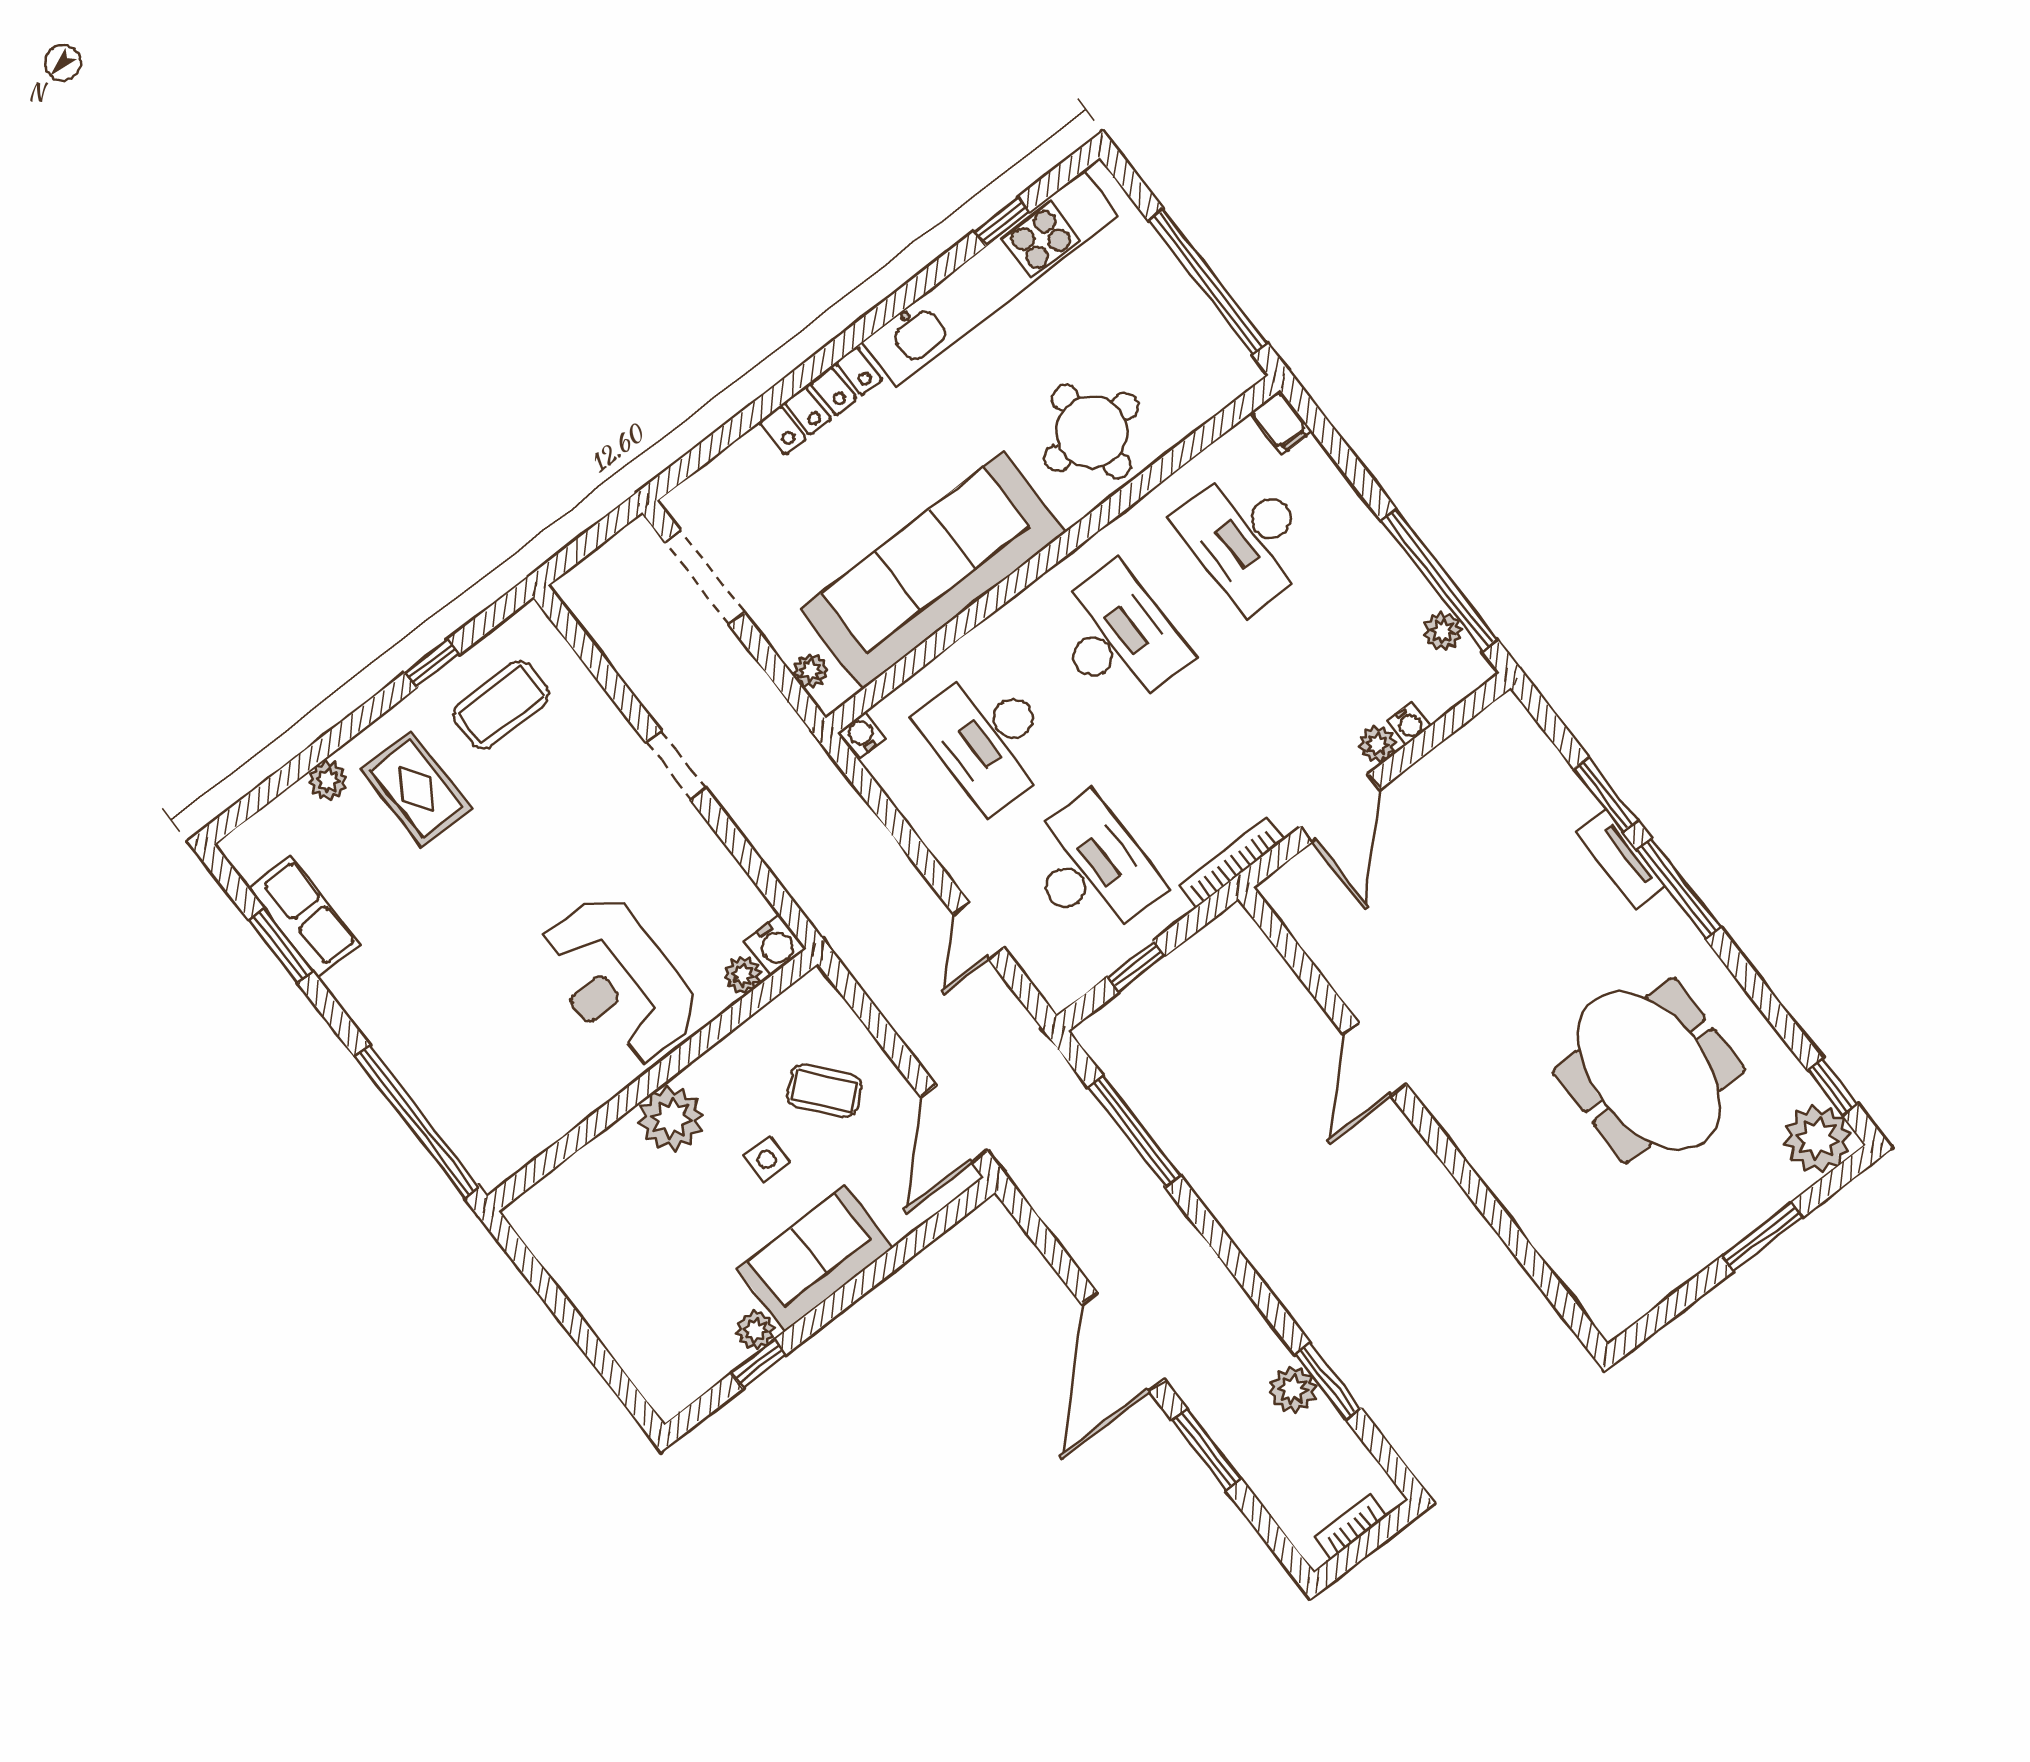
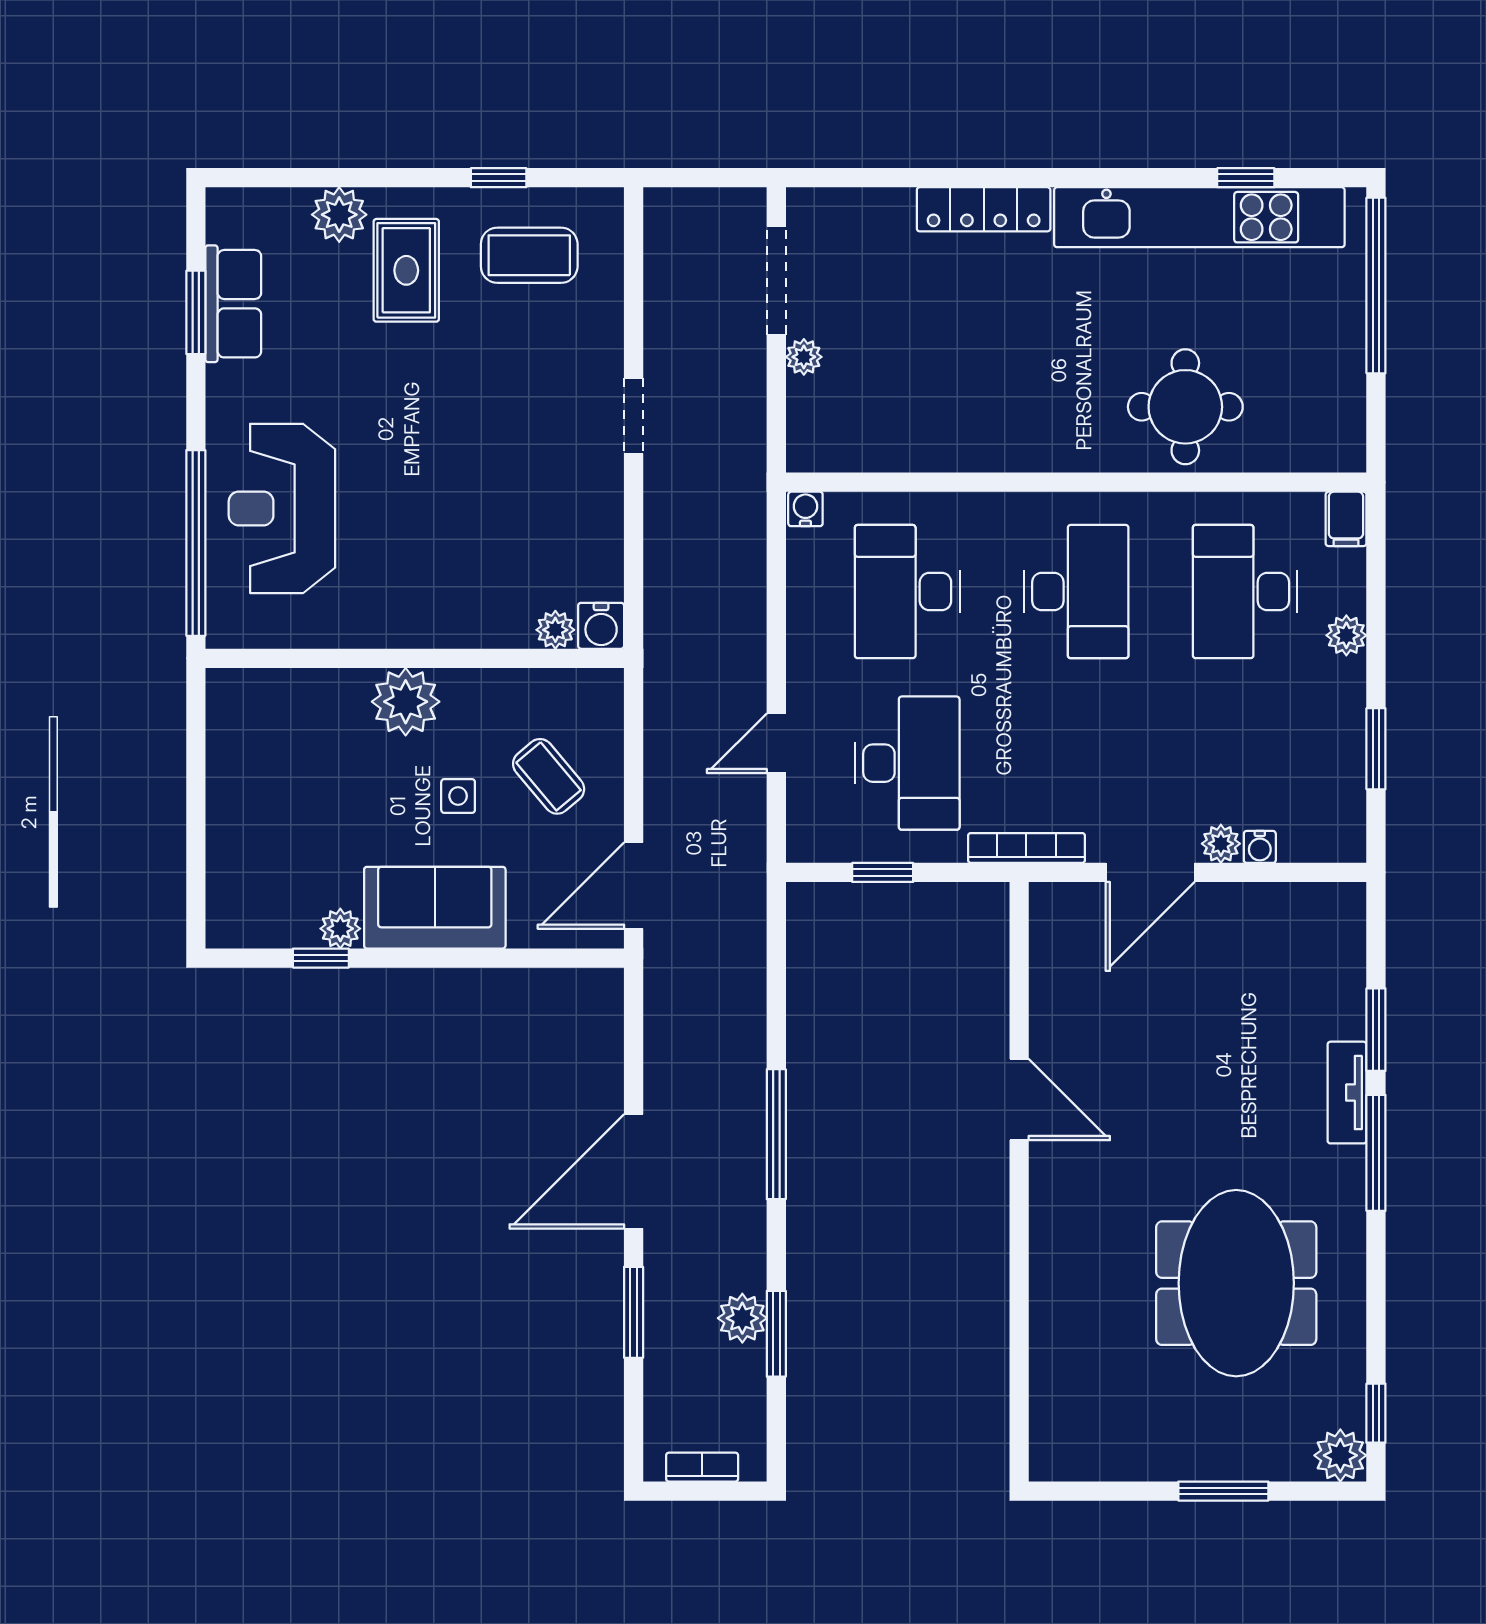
window: (1208, 281) -> (1376, 285), moved
sofa: (933, 571) -> (968, 420), removed
window: (1439, 580) -> (1376, 749), width x0.47
plant: (1443, 631) -> (1346, 635), moved
plant: (811, 671) -> (804, 357), moved
plant: (328, 780) -> (339, 215), width x1.38, depth x1.38
reception desk: (618, 981) -> (282, 508), moved
door: (1375, 1059) -> (1019, 1100), swing flipped
window: (1134, 1131) -> (776, 1134), moved
plant: (1818, 1139) -> (1340, 1455), width x0.73, depth x0.73

